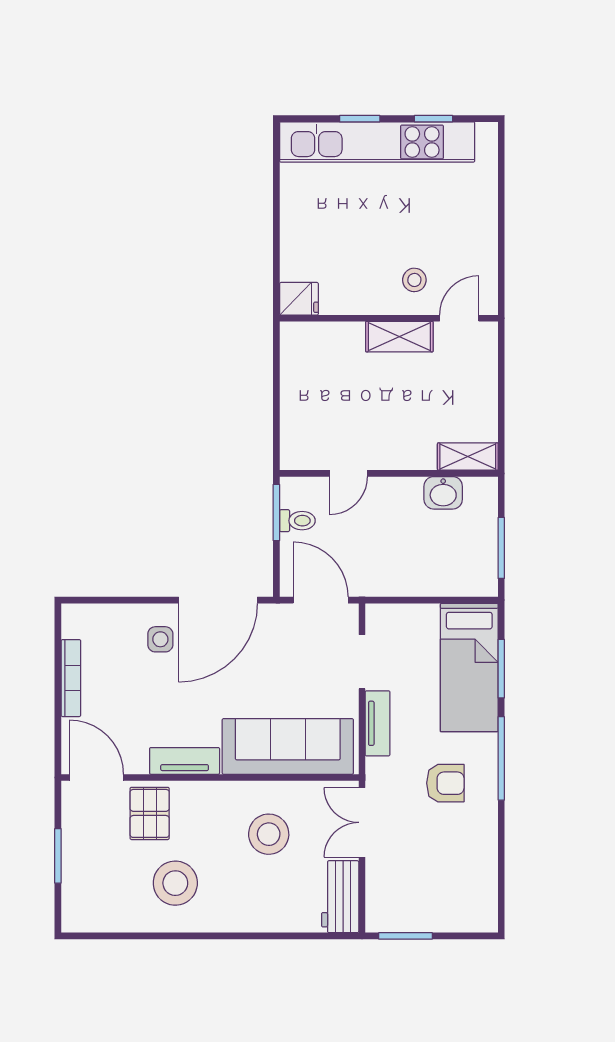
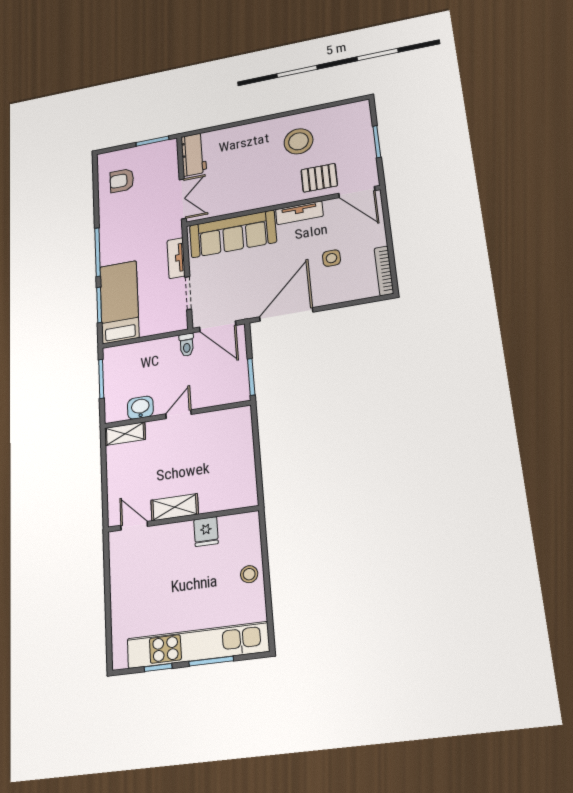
window: (360, 119) -> (211, 661), width x1.50
stool: (414, 280) -> (249, 574), moved
fridge: (299, 299) -> (206, 531), moved, turned -90
door: (459, 318) -> (134, 526), swing flipped
door: (348, 473) -> (178, 414), moved
toilet: (297, 521) -> (187, 345), moved, turned -90
side table: (160, 639) -> (331, 258), moved
bookcase: (71, 678) -> (384, 271), moved
armchair: (445, 783) -> (122, 181), moved
pallet: (150, 813) -> (319, 178), turned 90
stool: (269, 834) -> (241, 181), removed

